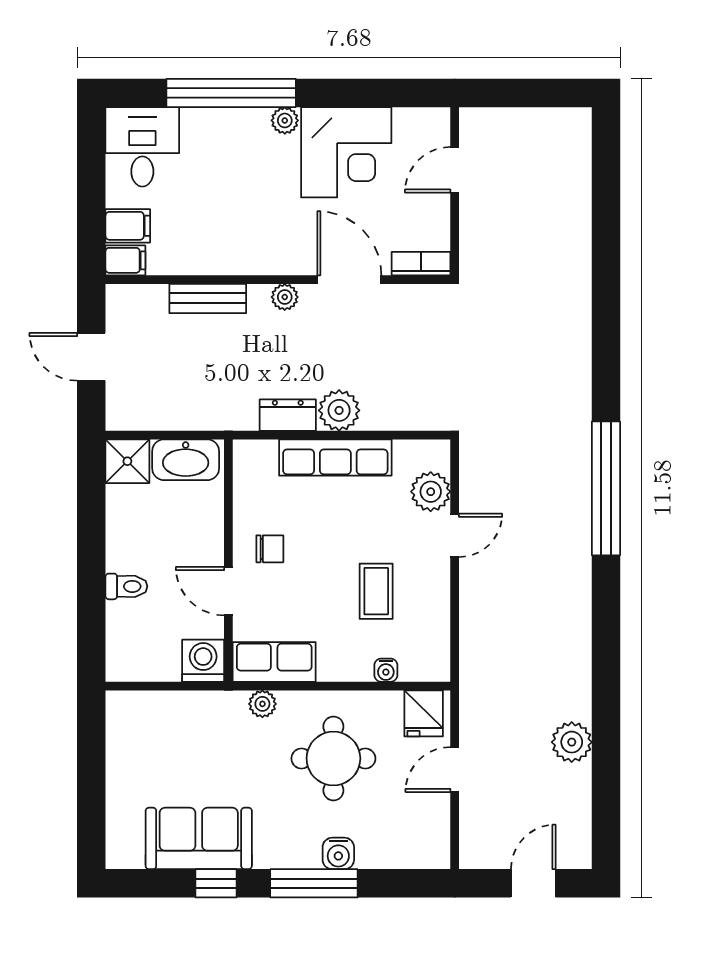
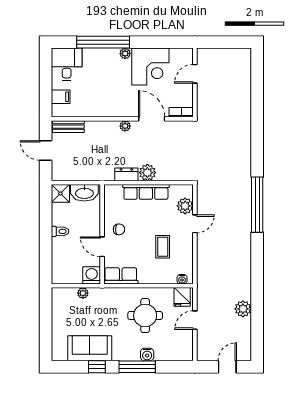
filing cabinet: (125, 260) -> (60, 111), removed
bench: (208, 298) -> (68, 127), moved
toilet: (126, 586) -> (60, 231), moved
water cooler: (386, 670) -> (182, 279), moved
plant: (262, 704) -> (83, 293), moved

